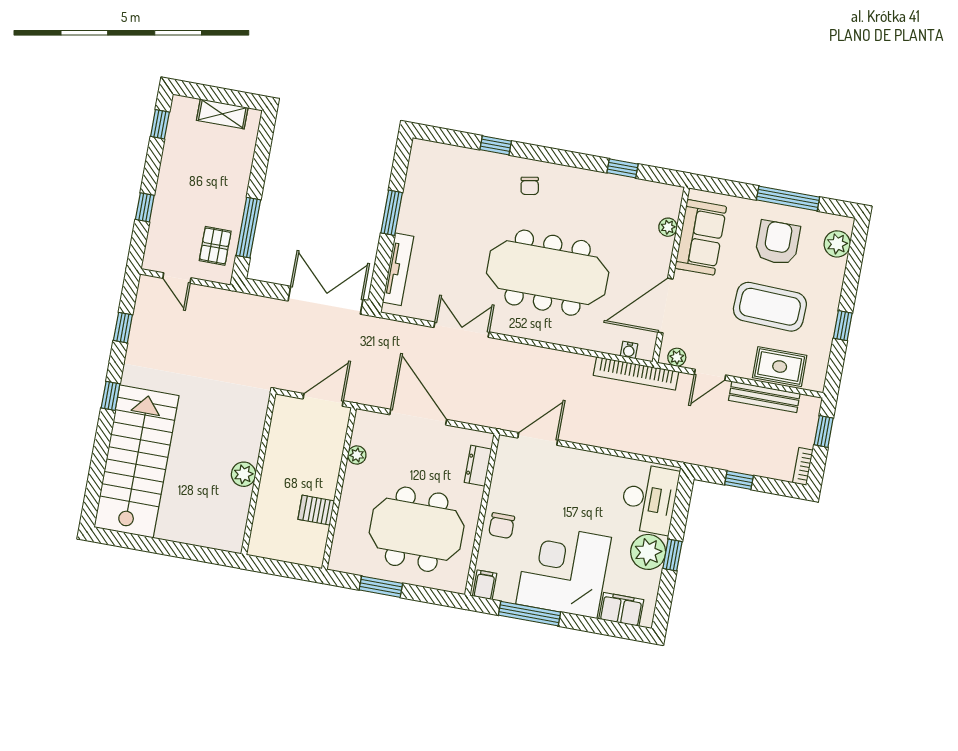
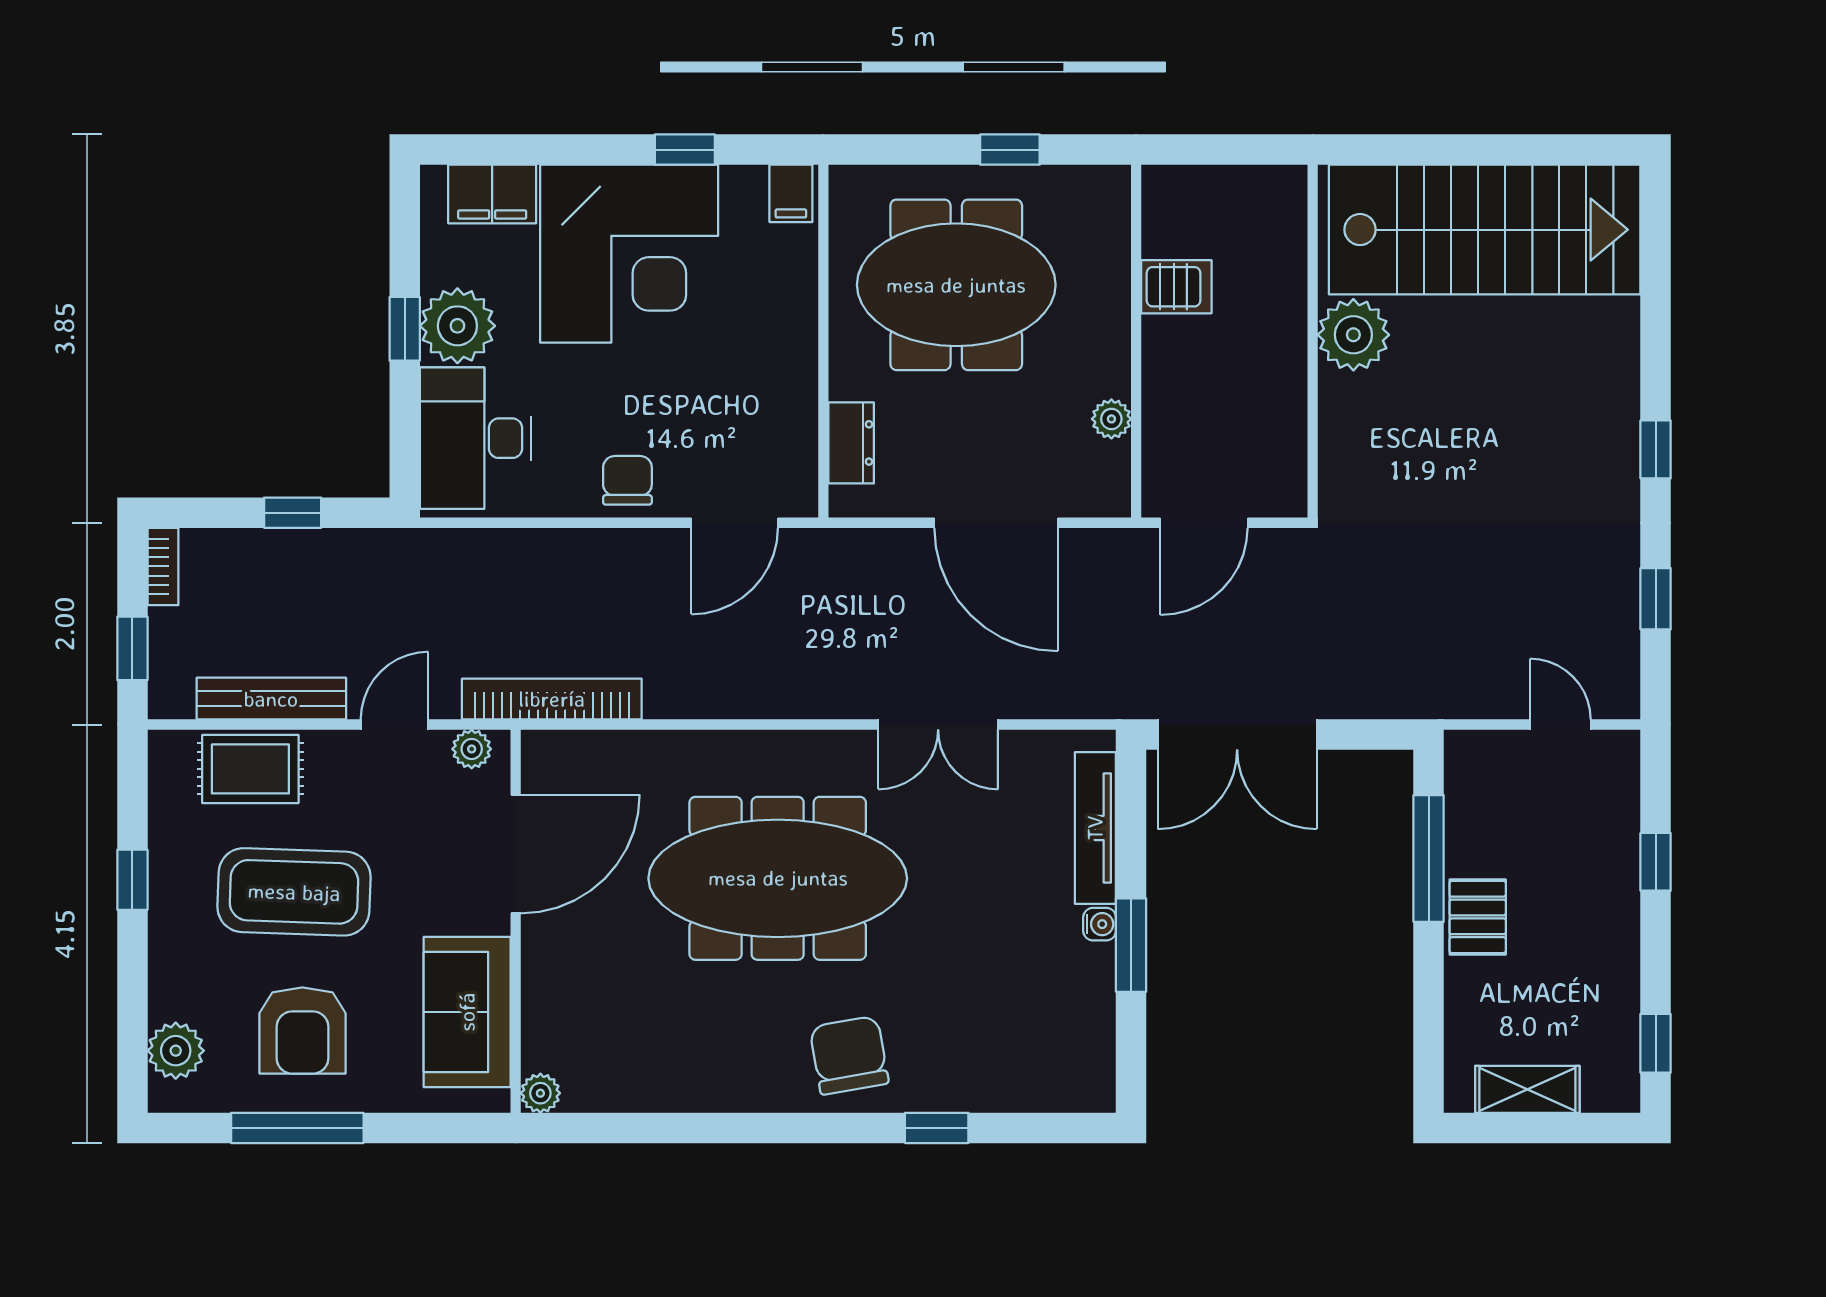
window: (622, 168) -> (659, 1128), removed
chair: (530, 186) -> (849, 1055), width x1.87, depth x1.87
plant: (668, 227) -> (540, 1093), moved
pallet: (215, 246) -> (1478, 917), moved
water cooler: (629, 350) -> (1100, 924), moved, turned 90
stairs: (136, 461) -> (1485, 230), moved, turned -90
plant: (244, 474) -> (1353, 335), width x1.36, depth x1.36
chair: (502, 526) -> (627, 480), moved
window: (381, 587) -> (1010, 150), width x0.67
window: (529, 614) -> (685, 150), width x0.46

